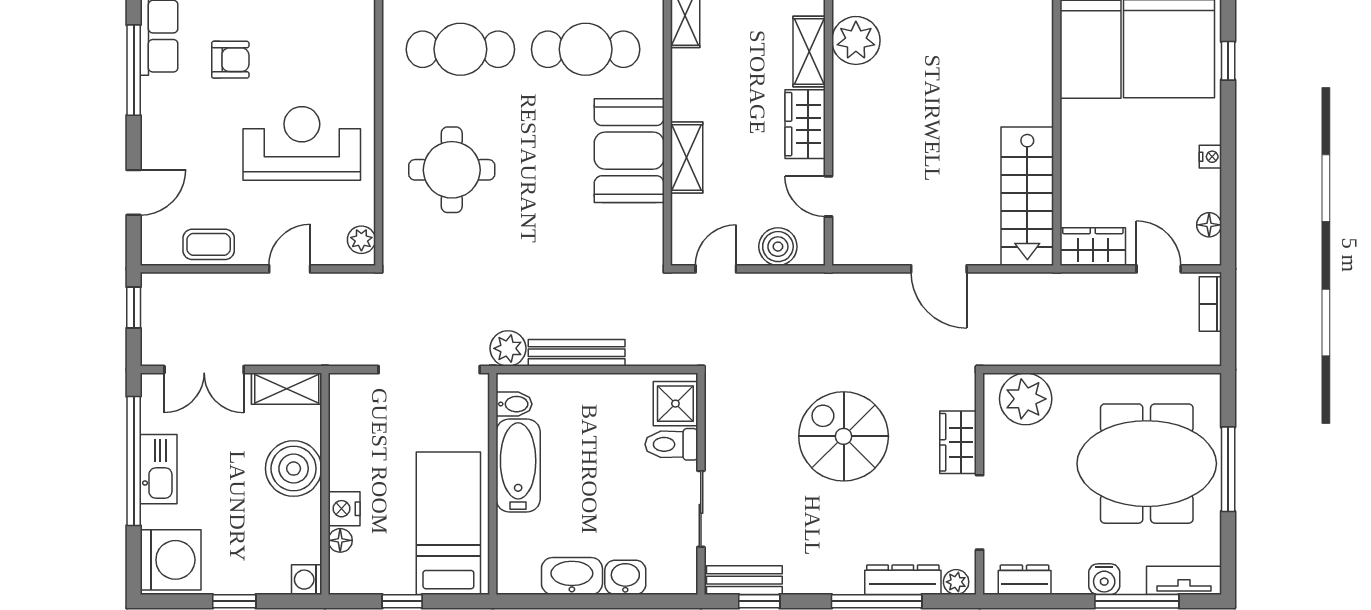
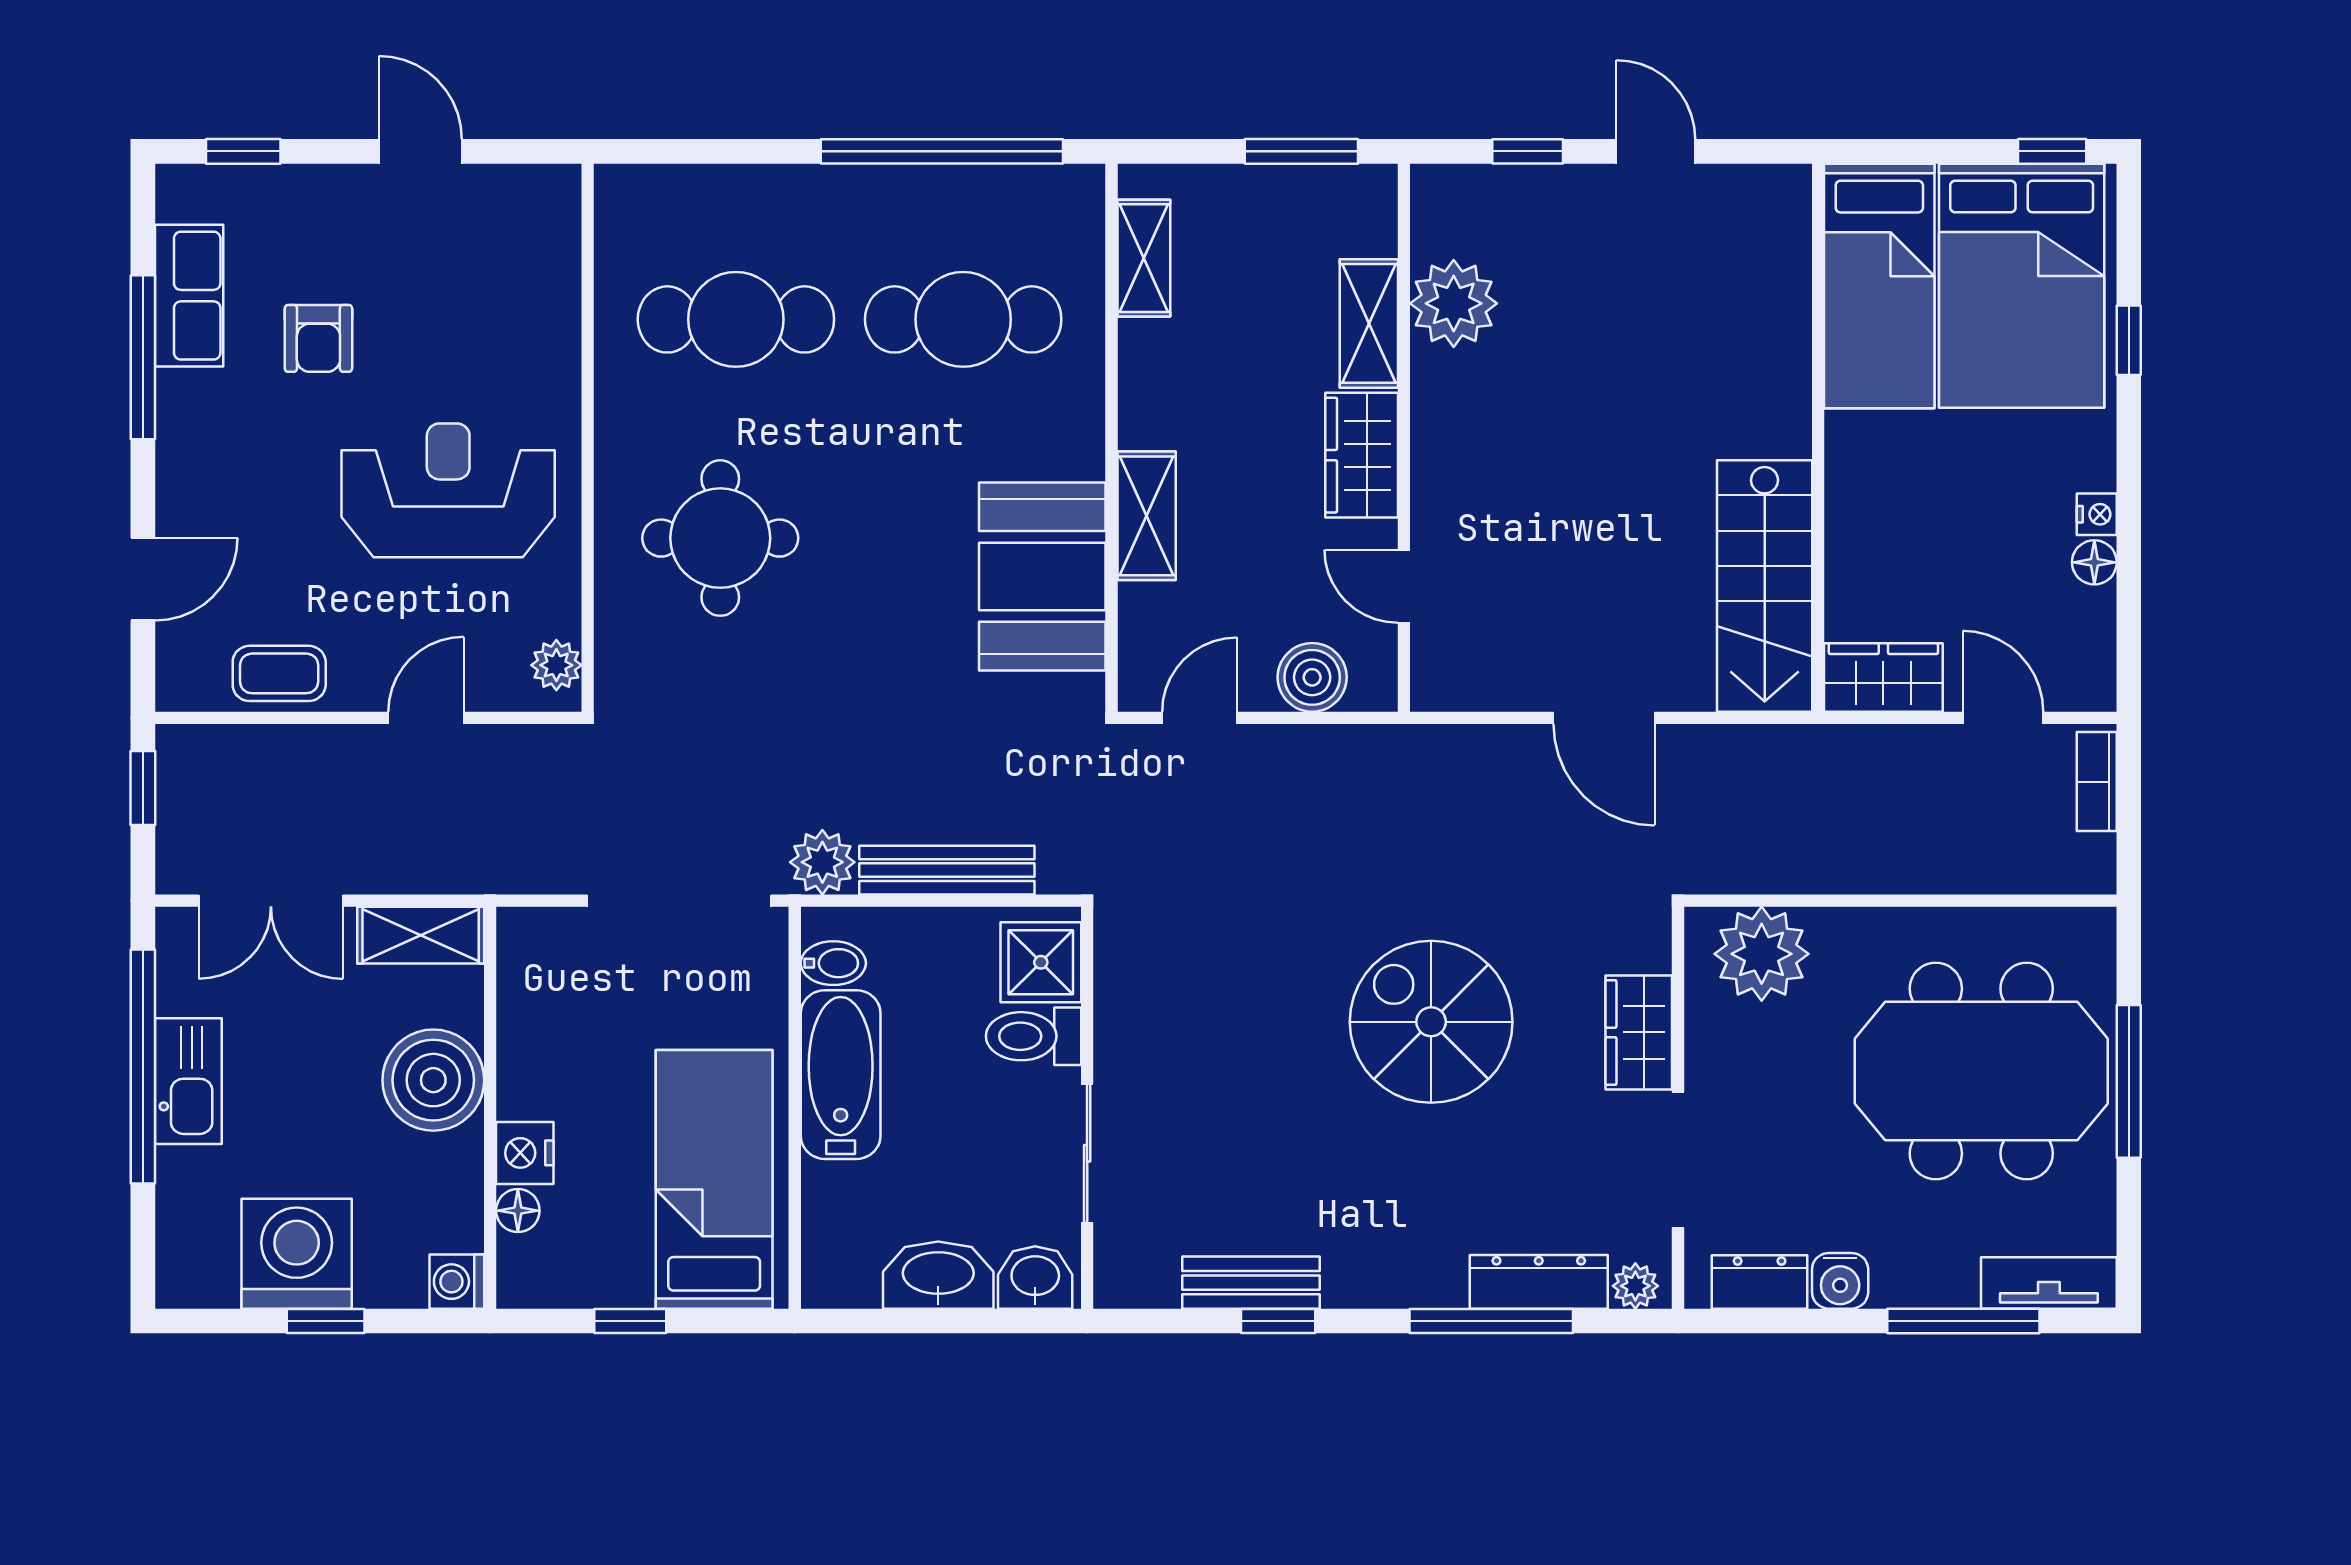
armchair: (230, 60) -> (318, 338), turned 90
booth: (629, 151) -> (1042, 576), moved
floor lamp: (1209, 225) -> (2094, 562), moved
shower: (675, 404) -> (1041, 962), moved
toilet: (671, 444) -> (1034, 1036), moved
wall: (701, 484) -> (1087, 1108), moved
sliding door: (701, 509) -> (1087, 1153), moved
washing machine: (171, 560) -> (297, 1254), moved, turned -90
water cooler: (1104, 579) -> (1840, 1281), moved

